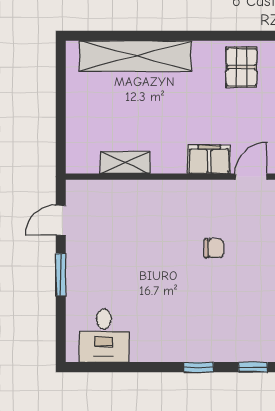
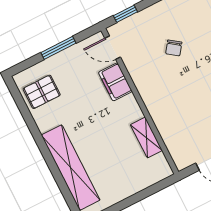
chair: (214, 248) -> (174, 48), turned -144

